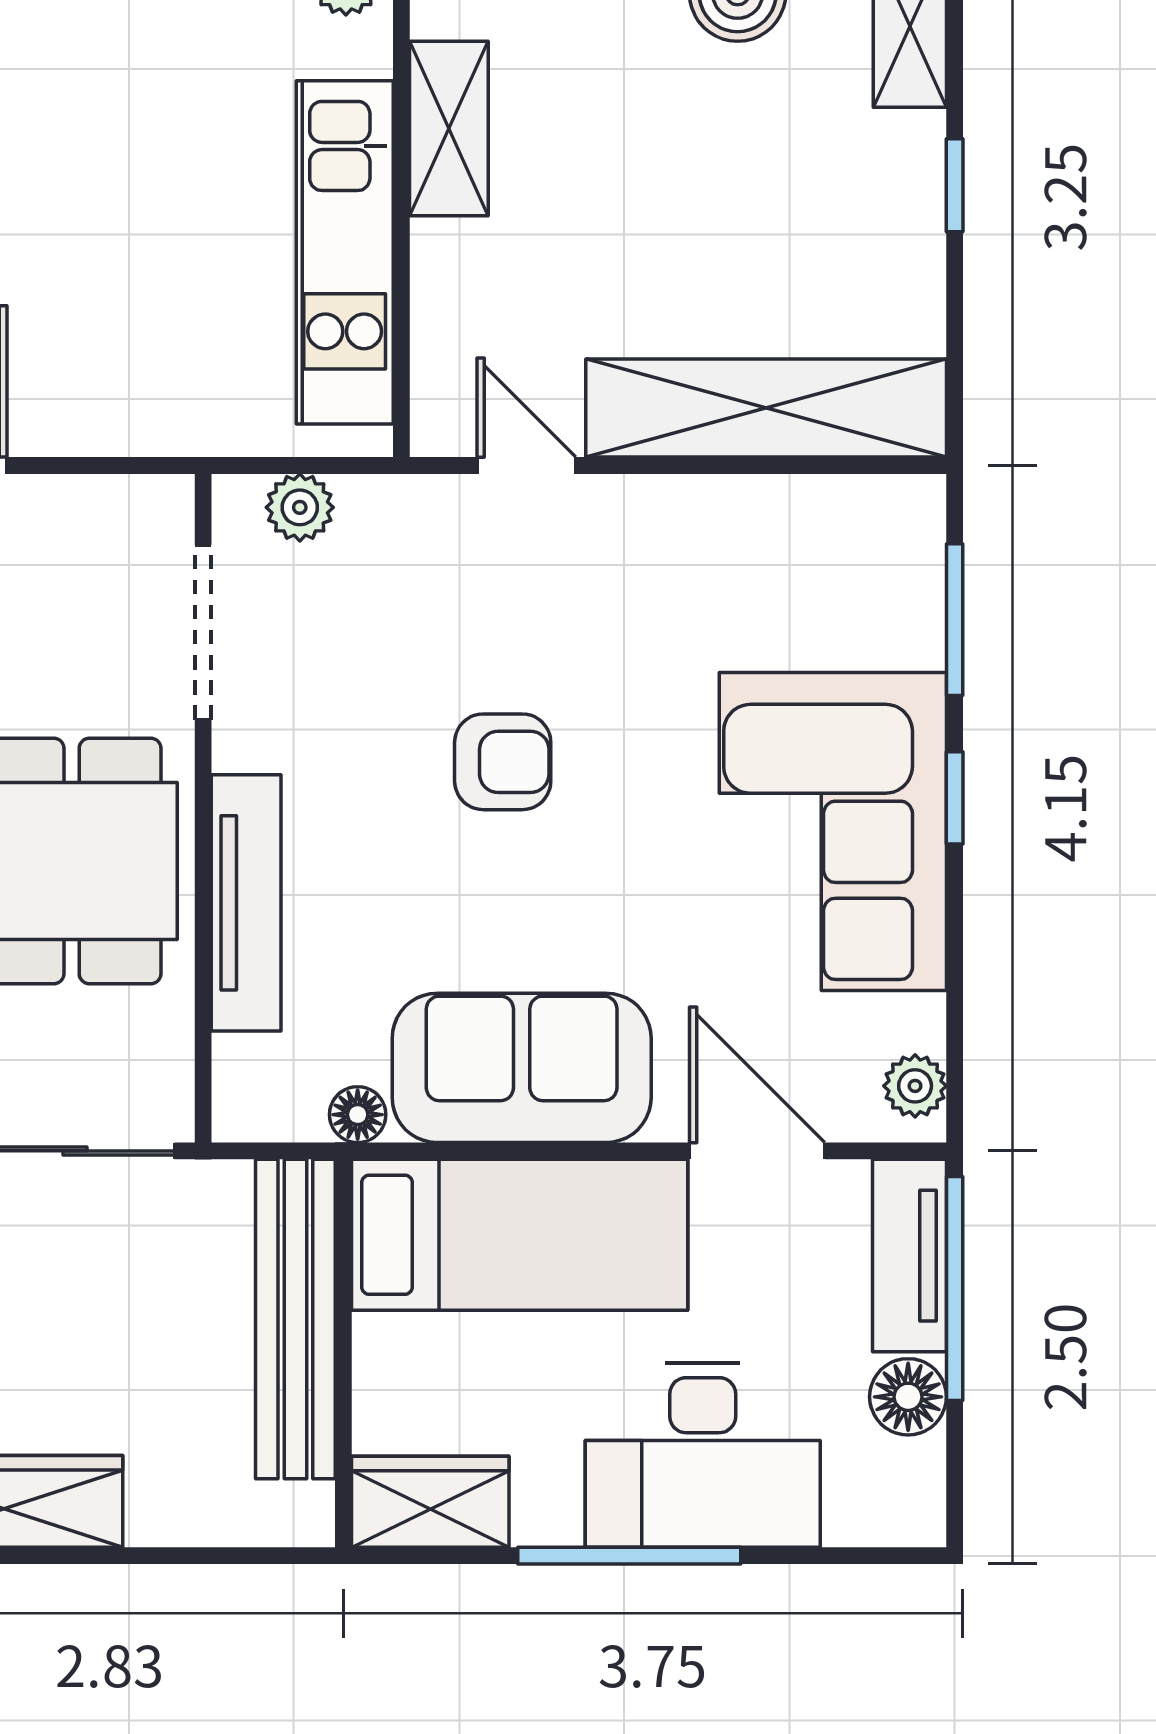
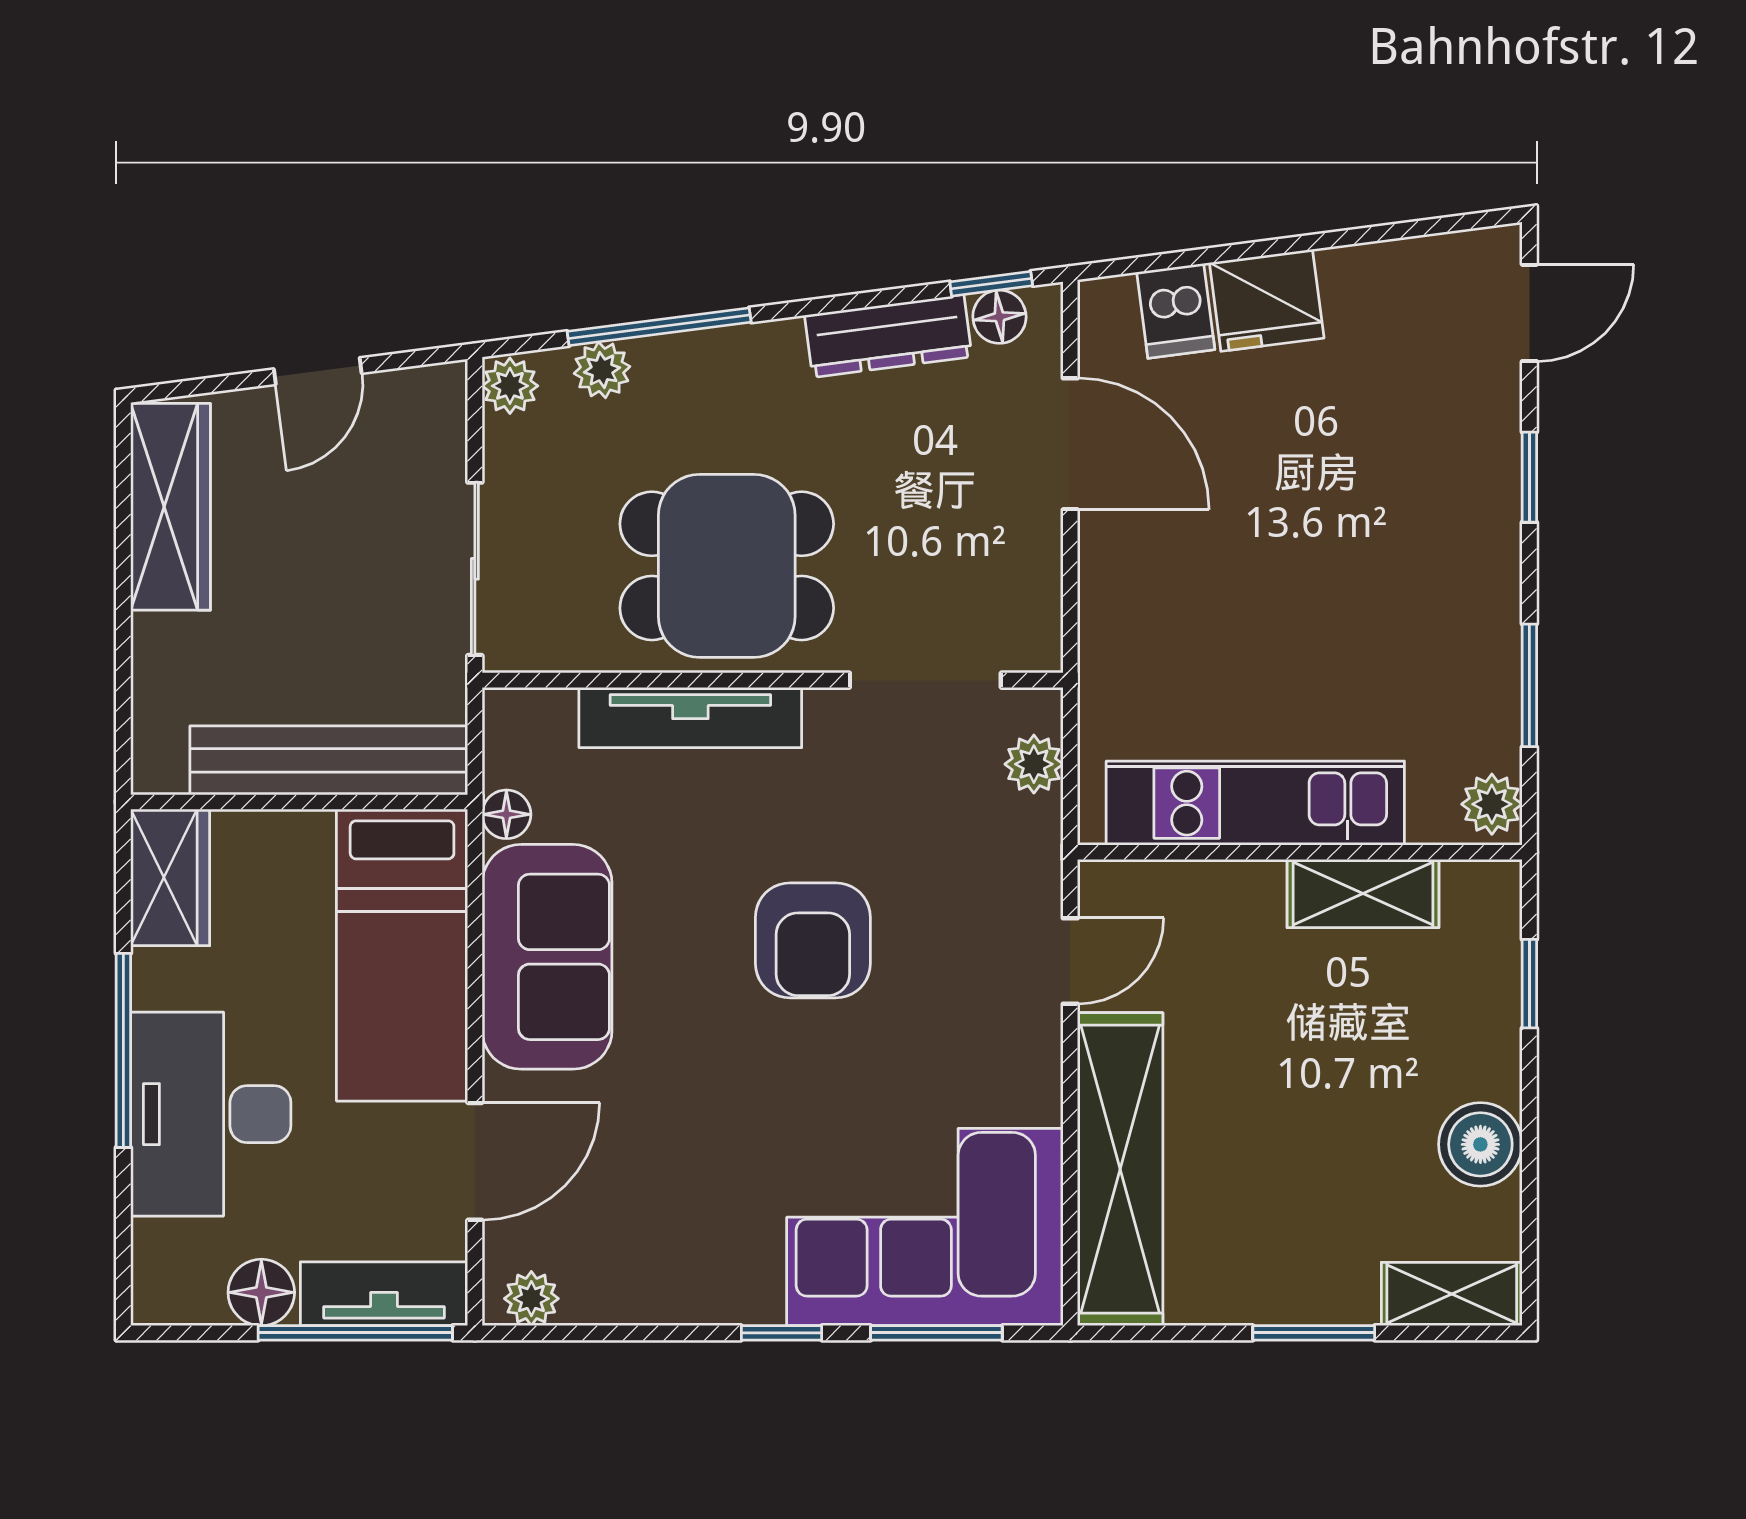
window: (955, 185) -> (1314, 1333), width x1.50
armchair: (503, 762) -> (813, 940), width x1.38, depth x1.38
corner sofa: (833, 832) -> (925, 1227), moved

